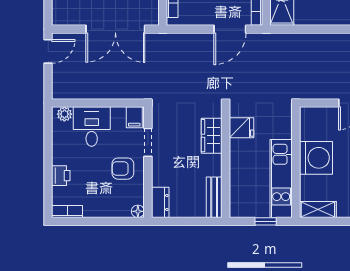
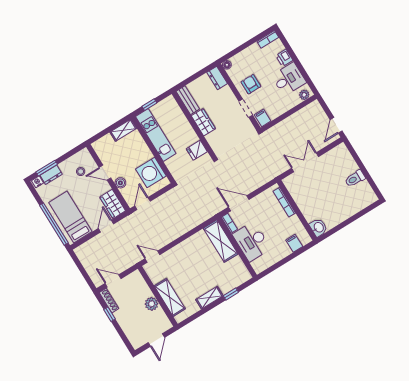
double door: (115, 29) -> (305, 162), width x0.73
door: (230, 29) -> (239, 203), hinge flipped
desk: (92, 127) -> (289, 79), moved, turned -90
wardrobe: (212, 136) -> (203, 122), moved
washing machine: (316, 158) -> (151, 172), moved
armchair: (123, 169) -> (251, 84), turned -90

